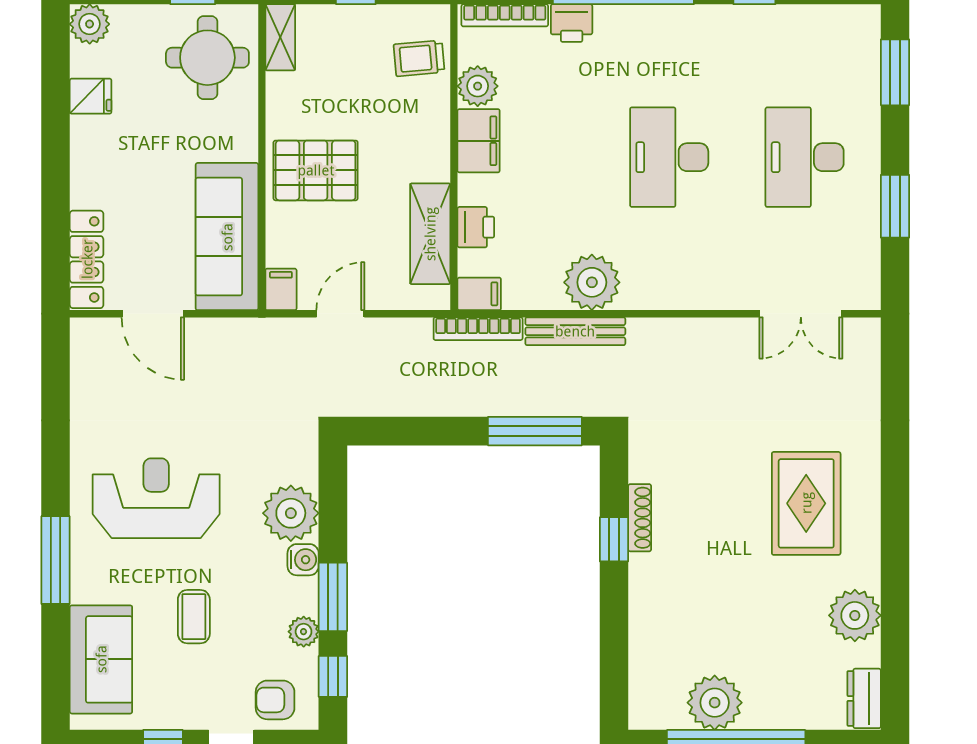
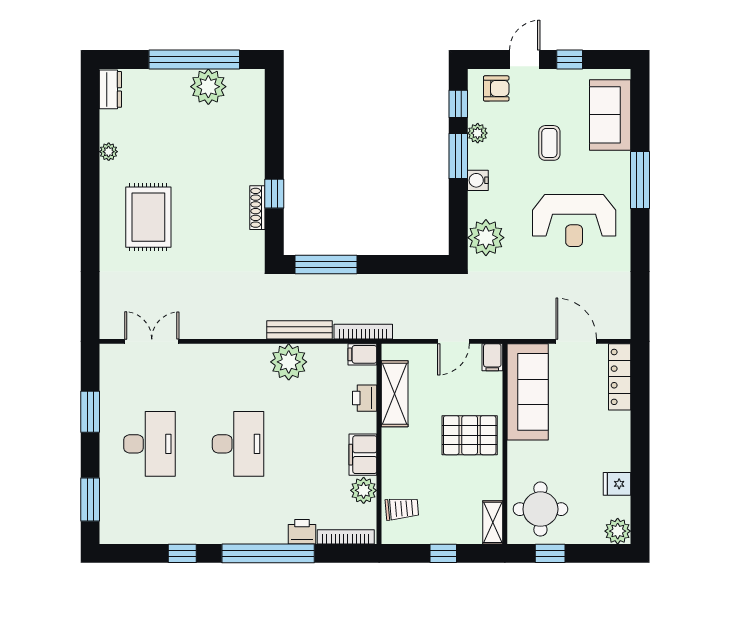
plant: (291, 513) -> (486, 238), moved
plant: (855, 615) -> (109, 152), width x0.53, depth x0.53

